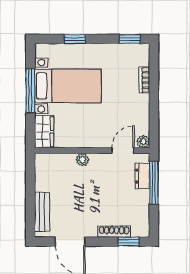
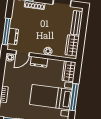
dresser: (95, 140) -> (39, 62), added
wardrobe: (44, 174) -> (72, 45), added

